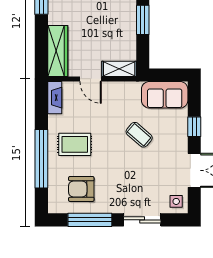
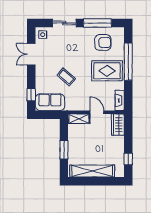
wardrobe: (58, 51) -> (118, 125), width x0.67
window: (194, 127) -> (31, 95), moved
rug: (75, 144) -> (107, 71), width x1.36, depth x1.43

